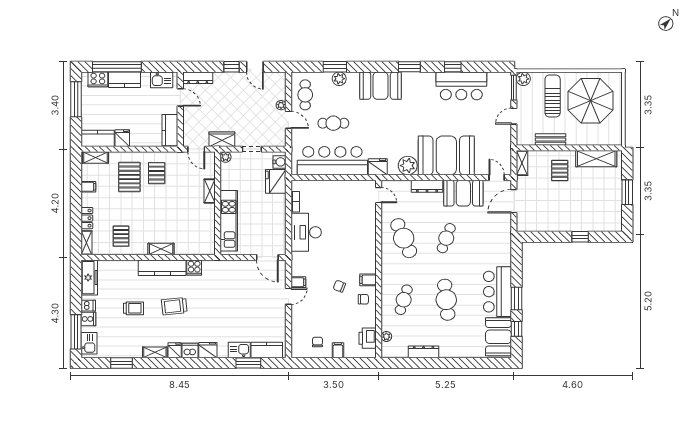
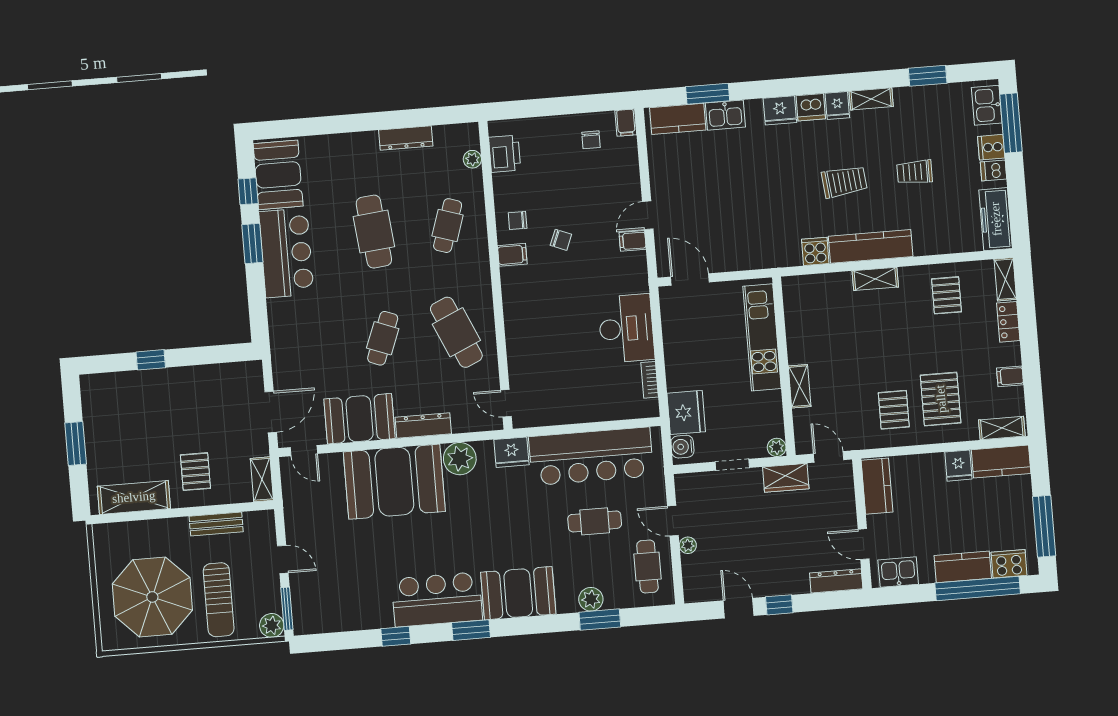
bar counter: (461, 86) -> (437, 599), moved
door: (514, 116) -> (283, 559), hinge flipped
filing cabinet: (338, 350) -> (626, 123), moved

